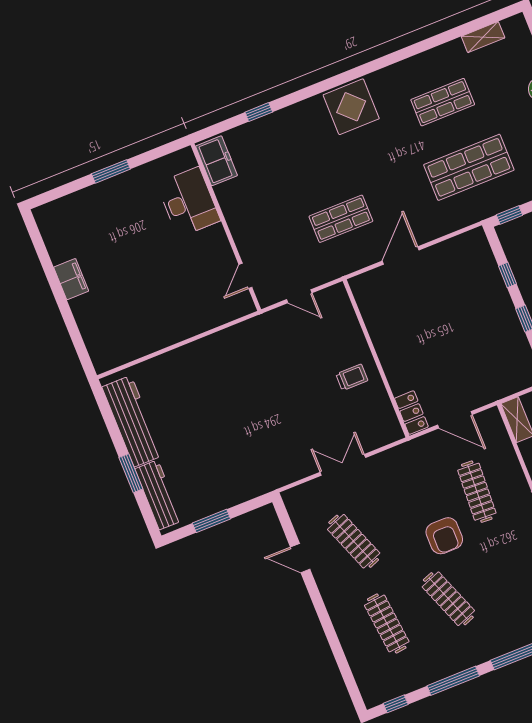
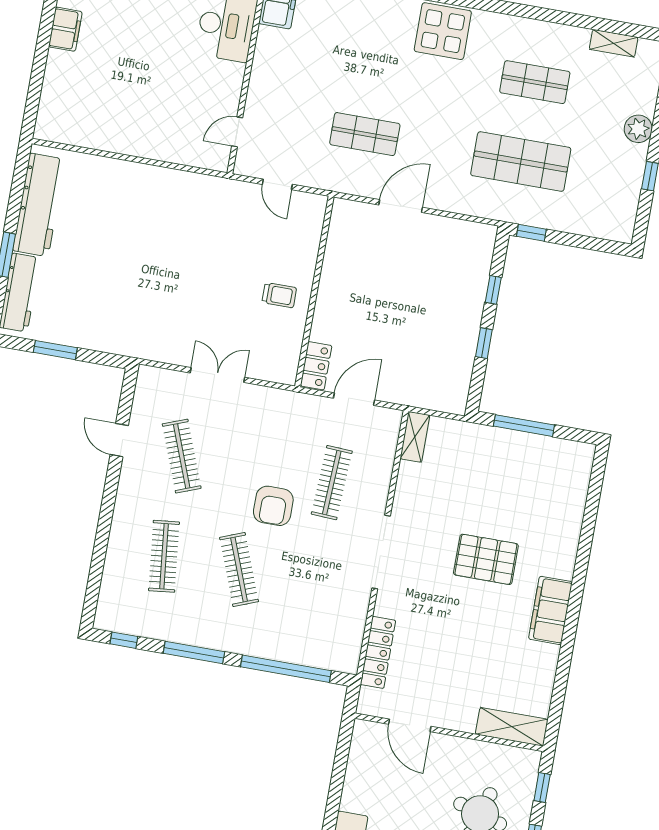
door: (455, 420) -> (354, 399), swing flipped

